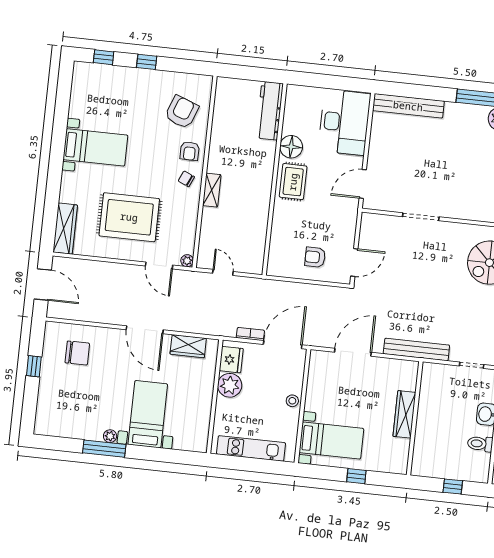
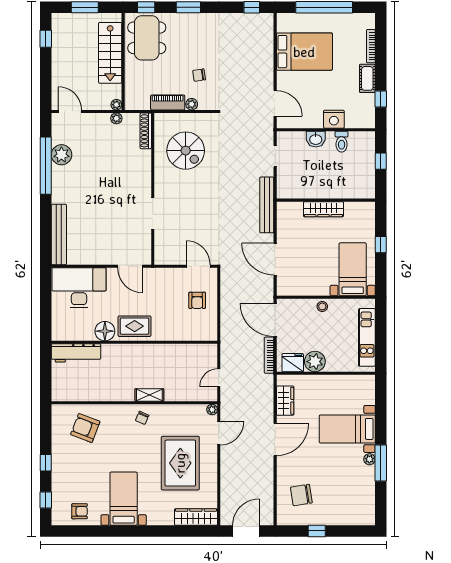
armchair: (190, 151) -> (80, 511), moved
bookcase: (250, 334) -> (269, 355), width x1.56
chair: (77, 353) -> (301, 495), turned -99

